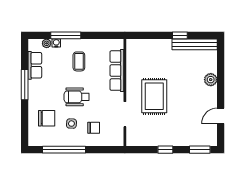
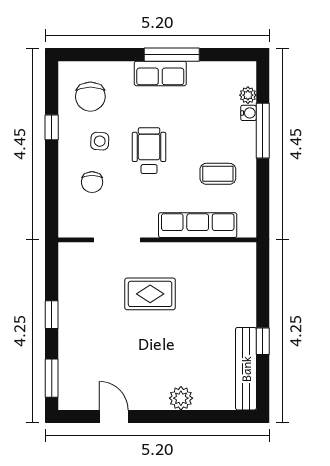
coffee table: (79, 61) -> (218, 174), moved
row of seats: (35, 65) -> (160, 73), moved
rug: (154, 96) -> (150, 294), width x0.73, depth x0.70
chair: (47, 118) -> (90, 97), moved
window: (64, 150) -> (52, 127), width x0.32

